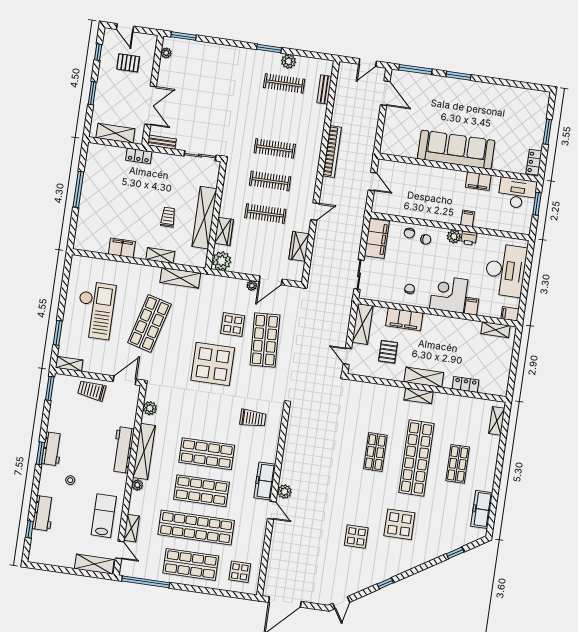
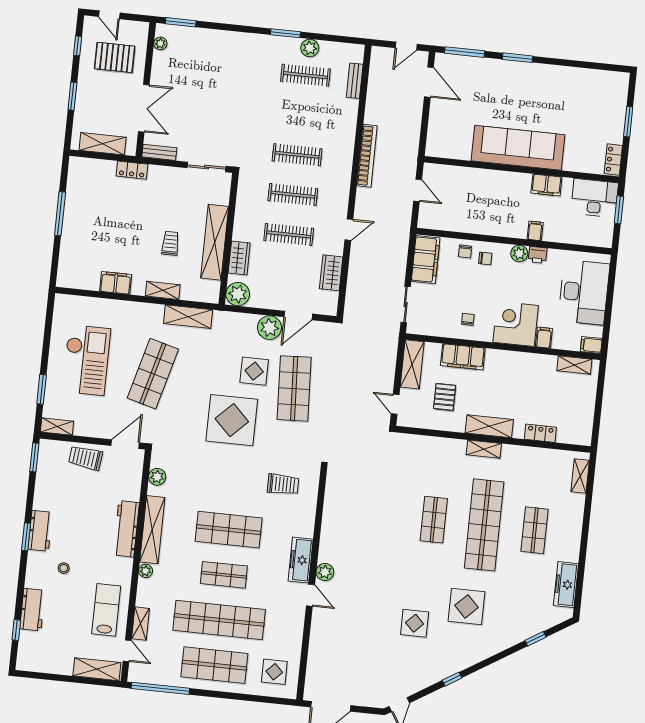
pallet: (128, 63) -> (115, 57), width x1.50, depth x1.42
plant: (252, 286) -> (269, 328), width x1.87, depth x1.87
shop shelf: (201, 491) -> (224, 575), width x0.70, depth x0.74

